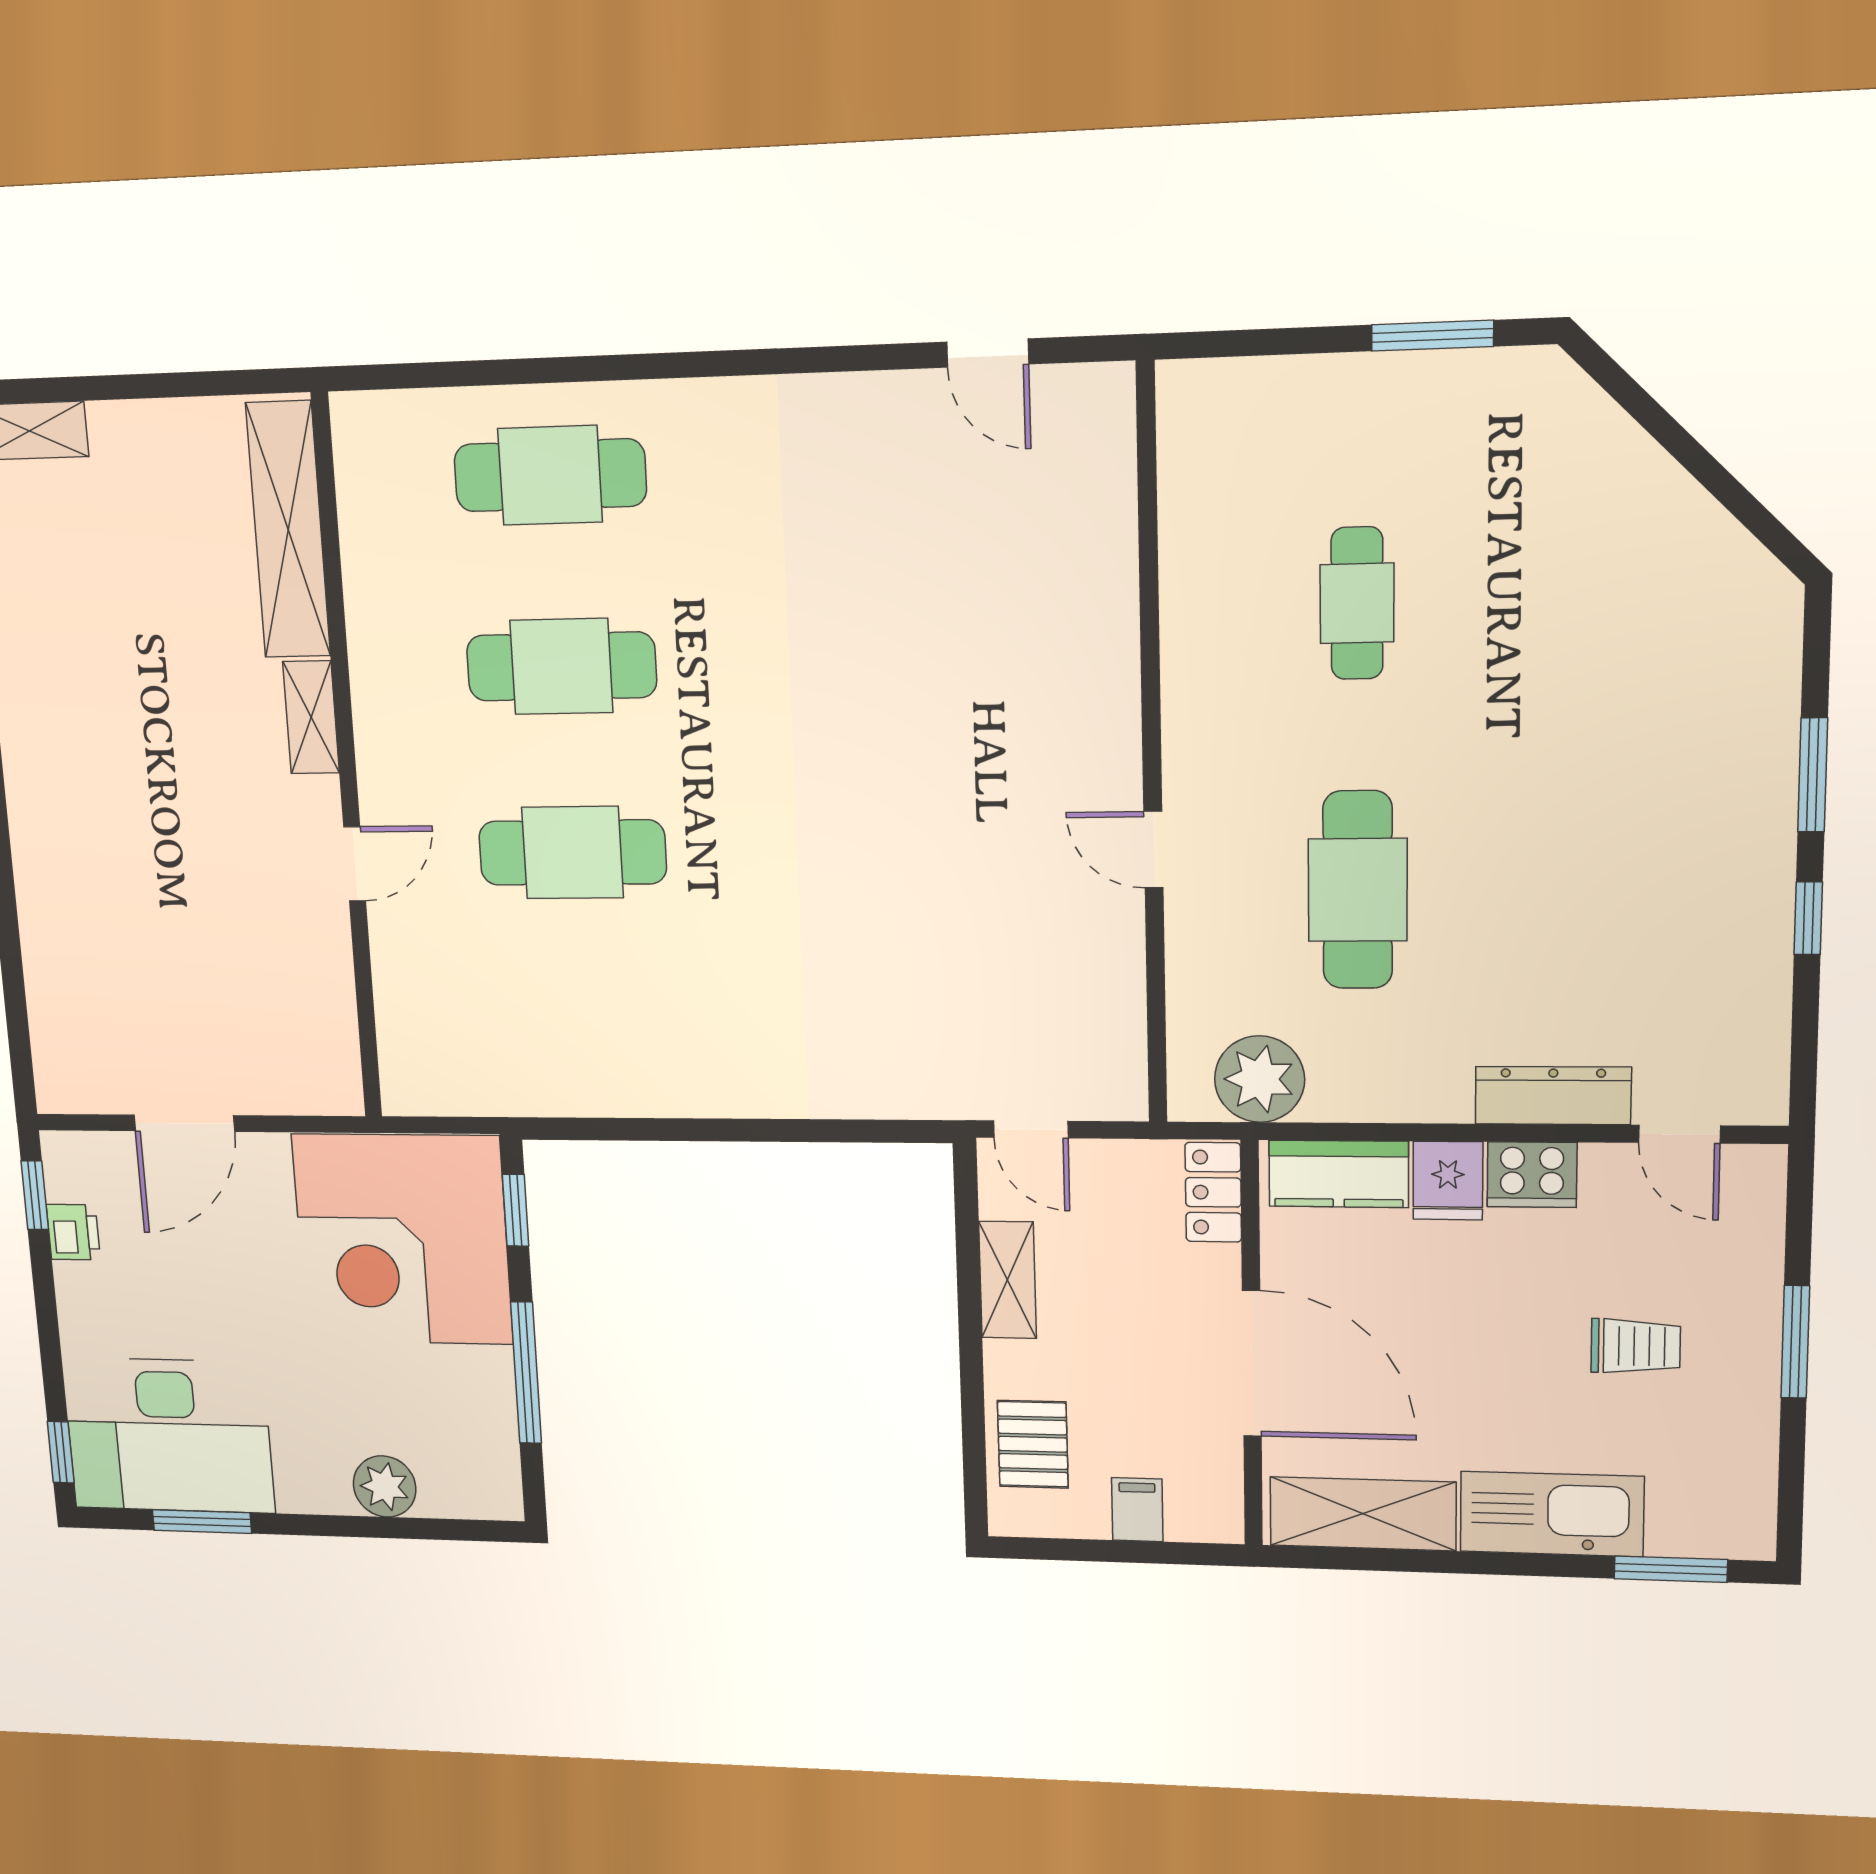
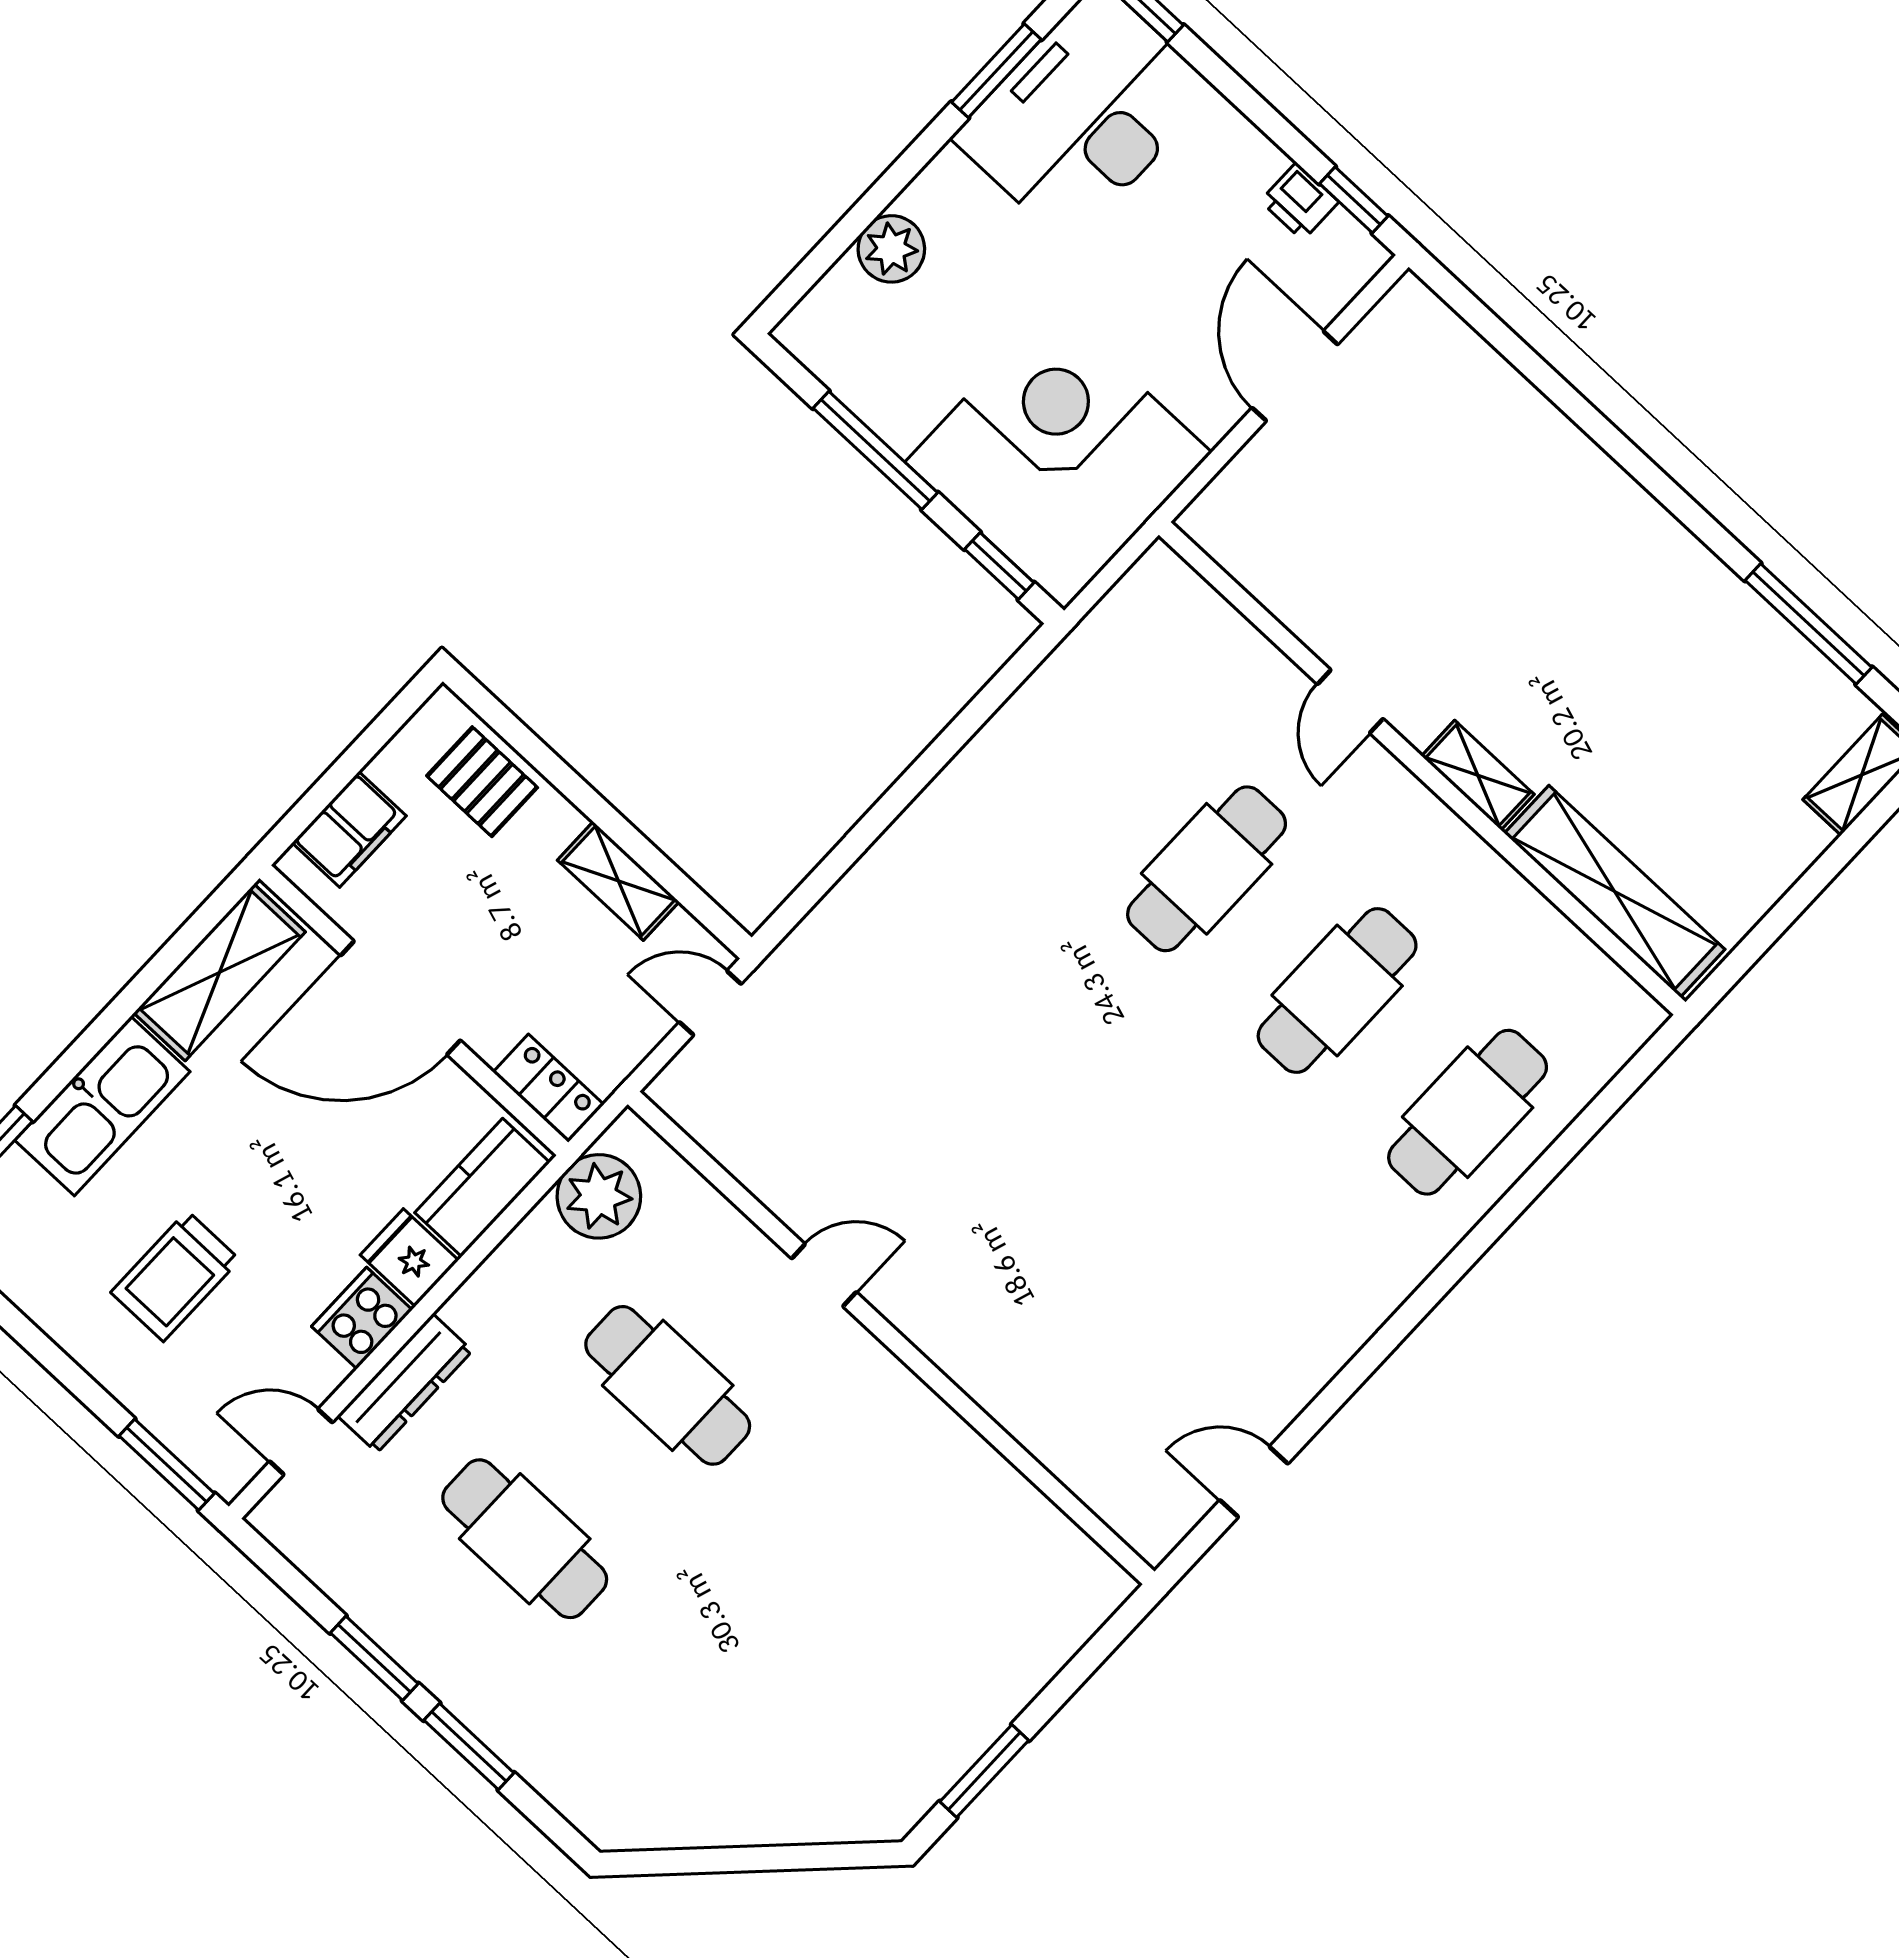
cafe table: (1357, 603) -> (525, 1539), moved, width x1.37, depth x1.35
window: (1808, 918) -> (374, 1658), width x1.50
window: (1795, 1342) -> (167, 1465), moved
trolley: (1636, 1346) -> (175, 1276), width x1.36, depth x1.39
filing cabinet: (1137, 1510) -> (349, 829), width x2.00

